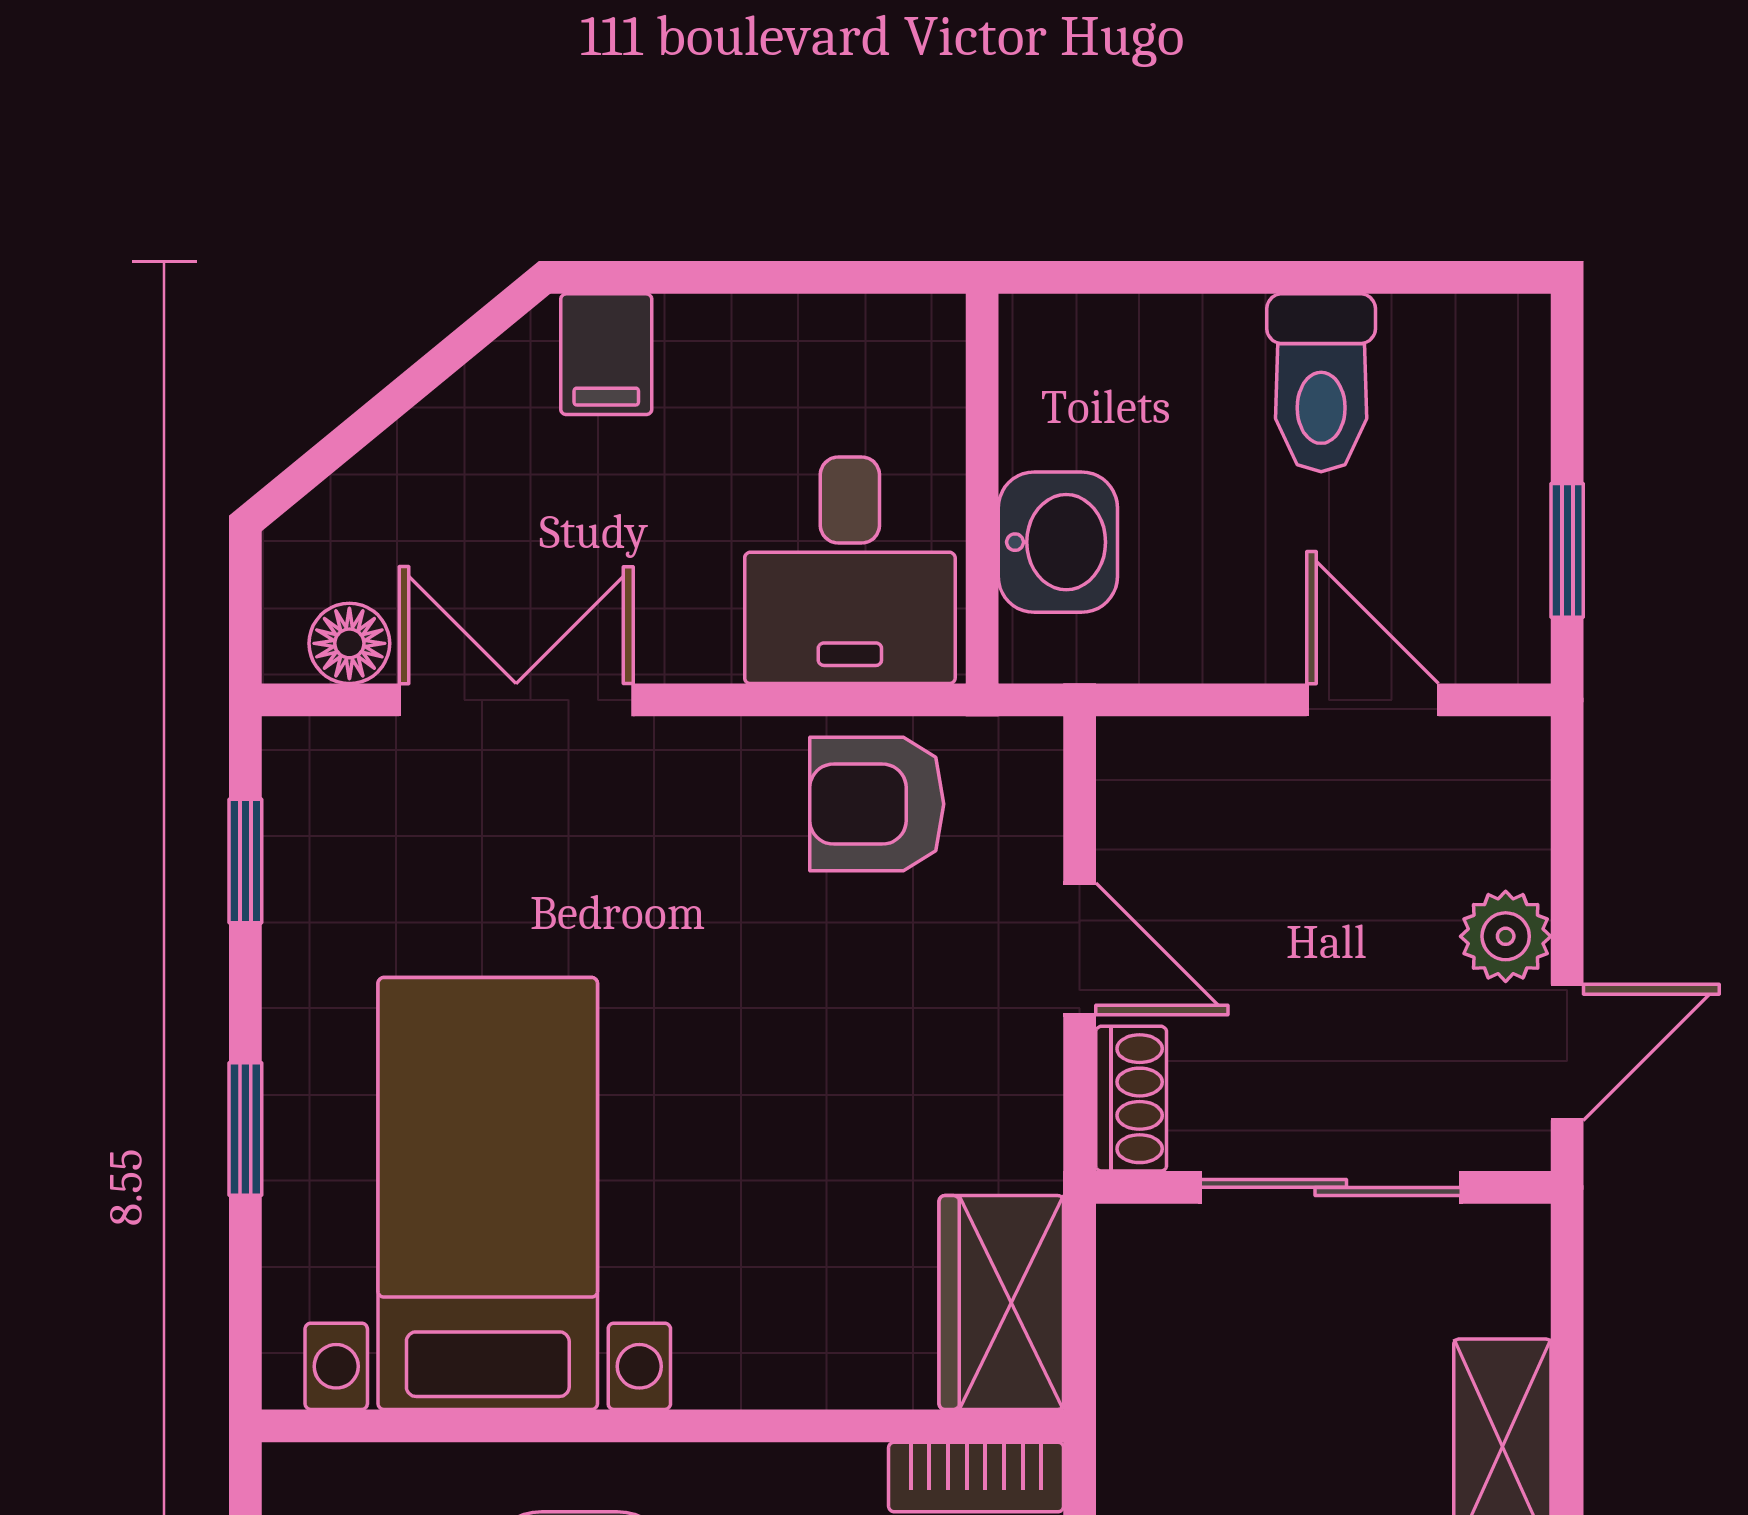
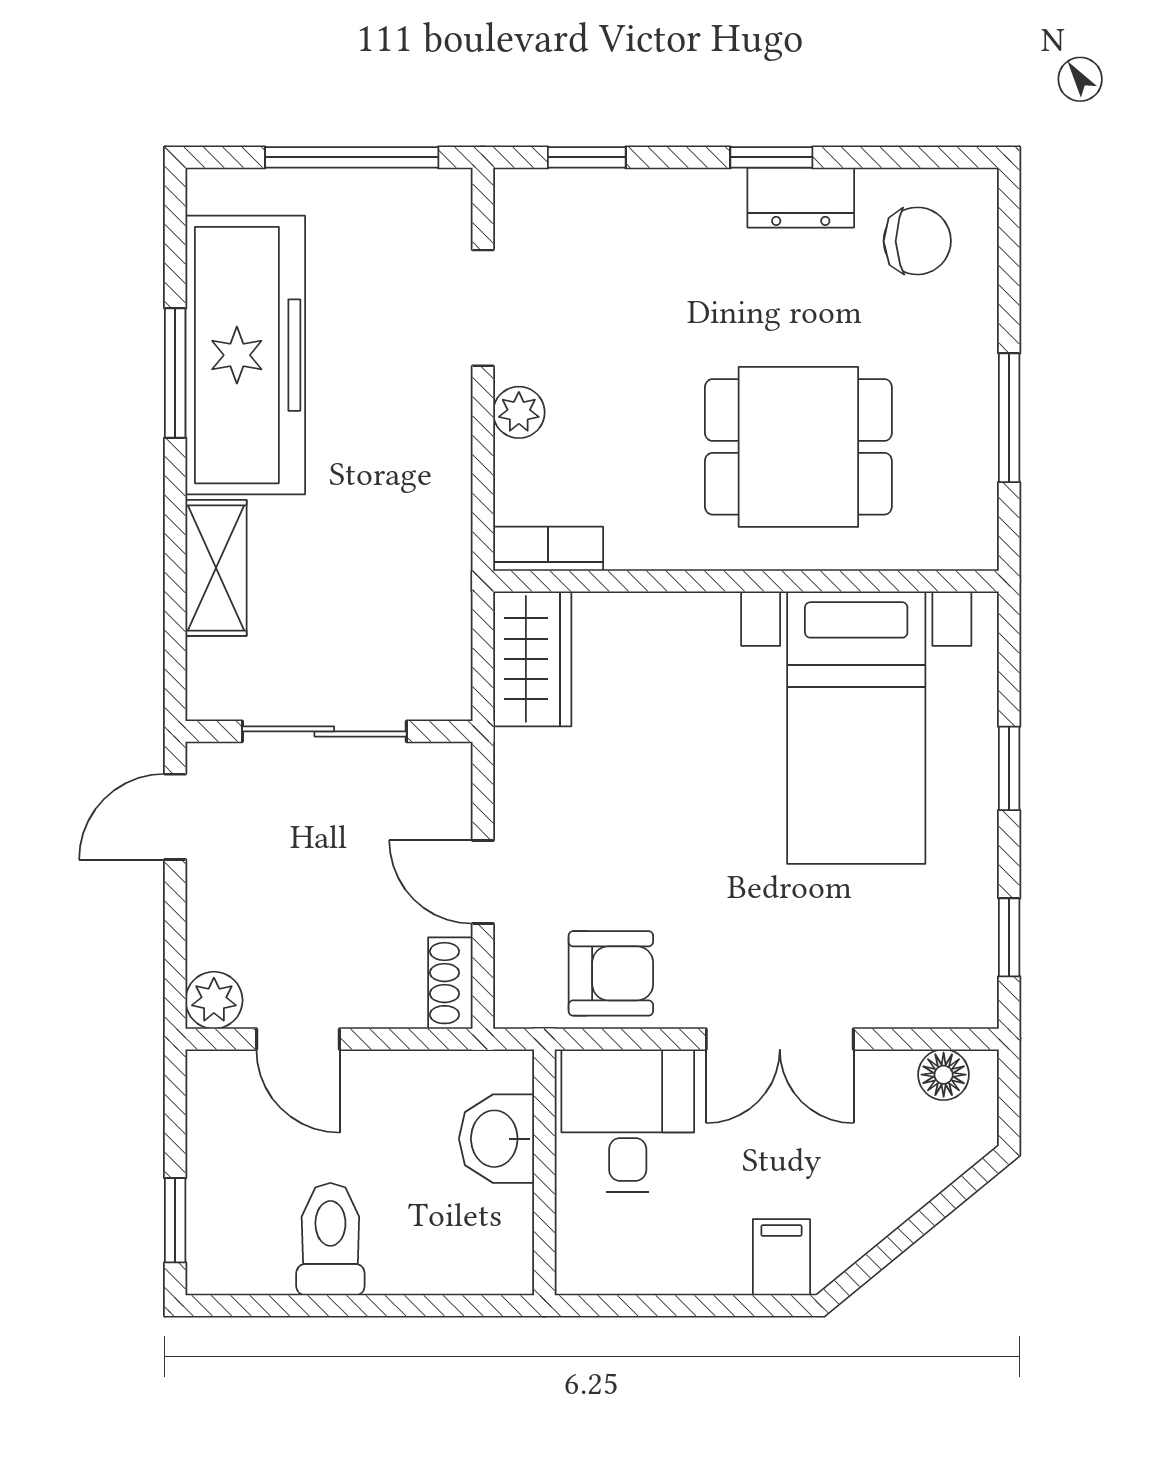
window: (1567, 550) -> (175, 1220), moved
double door: (516, 700) -> (780, 1039), moved
plant: (1506, 936) -> (214, 1000), moved
shoe rack: (1131, 1099) -> (450, 983), moved

